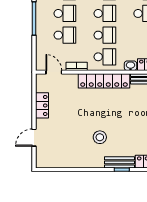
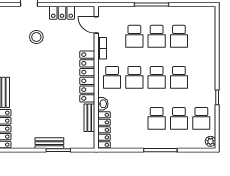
door: (54, 72) -> (96, 25), swing flipped
stool: (100, 137) -> (36, 37), moved

